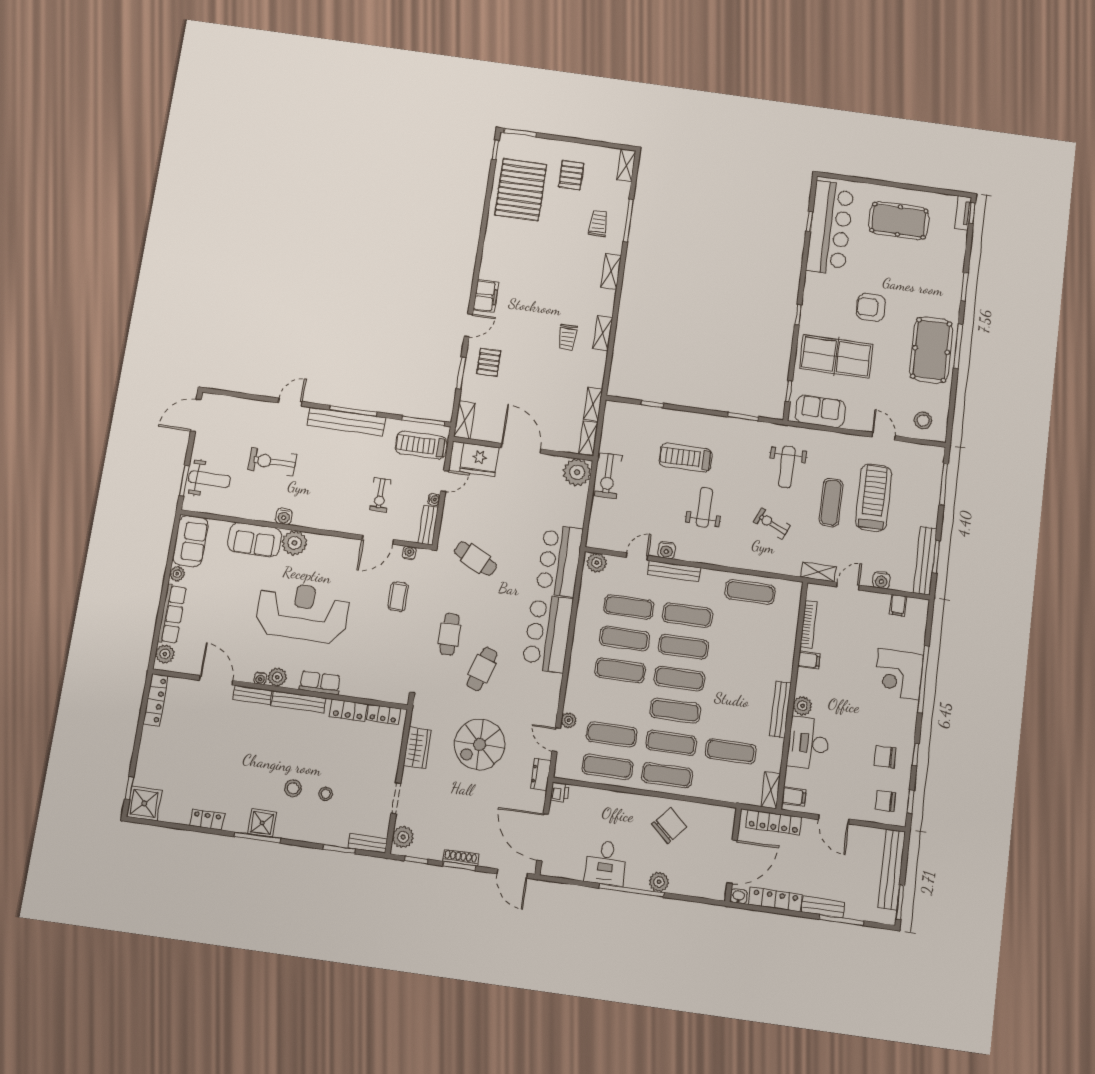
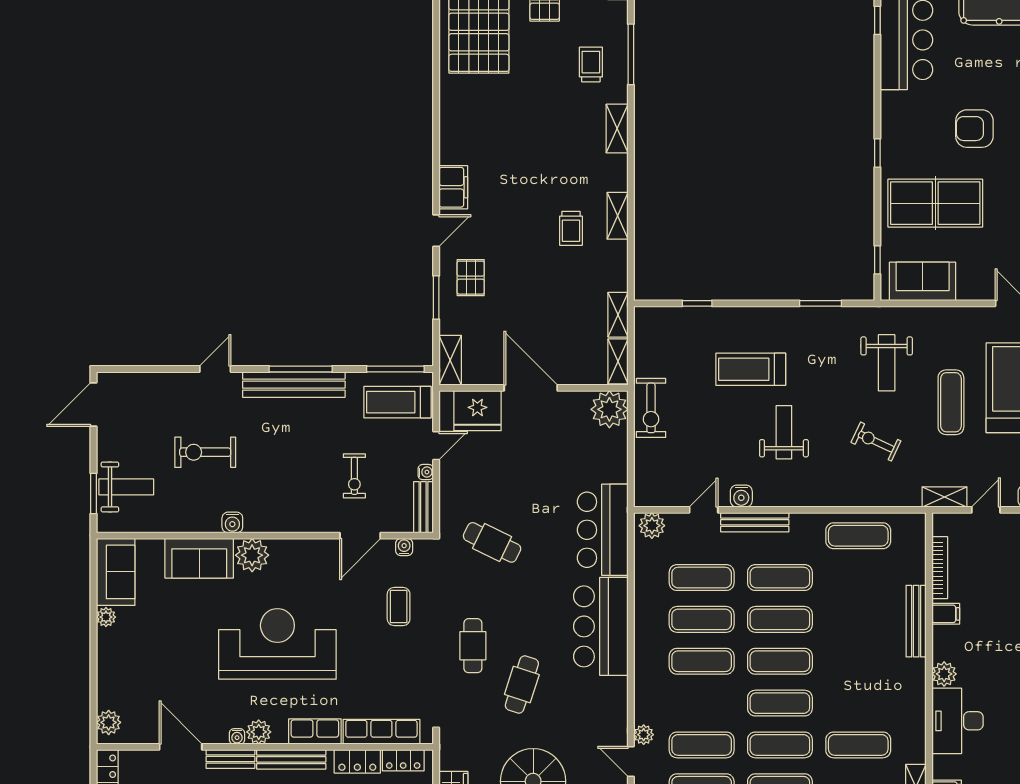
row of seats: (172, 614) -> (381, 732), moved, turned -90
bench: (780, 709) -> (916, 621), moved

